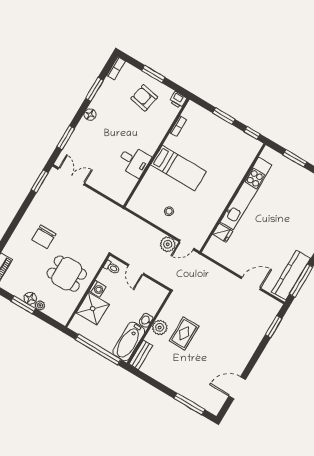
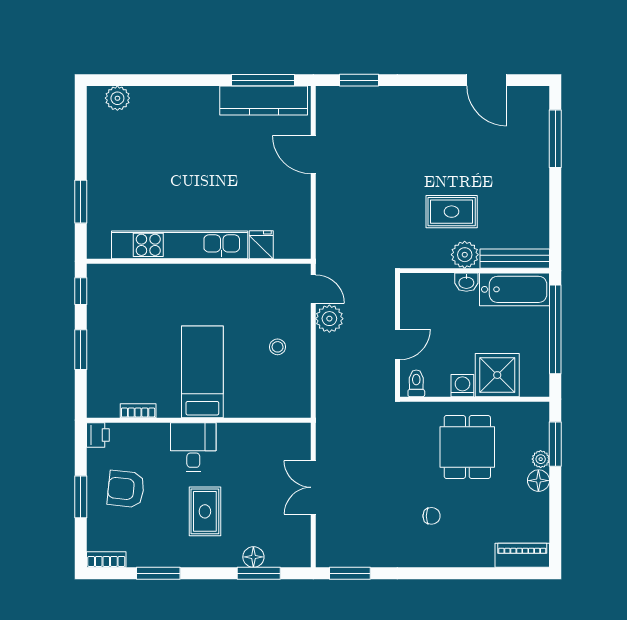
armchair: (144, 98) -> (126, 489), turned 85
floor lamp: (90, 115) -> (253, 557), moved
rug: (111, 129) -> (205, 511), added
desk: (134, 161) -> (193, 447), moved
double door: (71, 176) -> (313, 487), moved
chair: (44, 237) -> (432, 516), width x0.54, depth x0.54
window: (23, 305) -> (555, 444), moved
bench: (141, 355) -> (515, 259), width x1.36

